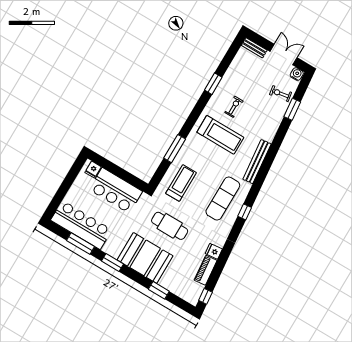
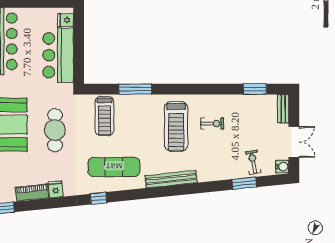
window: (213, 84) -> (255, 89), moved
treadmill: (181, 183) -> (105, 116), turned 90
window: (245, 212) -> (98, 198), moved

